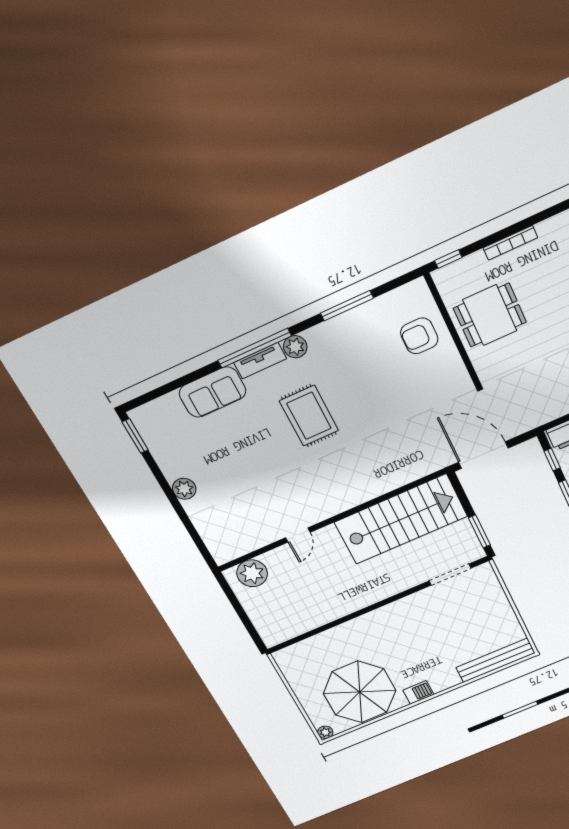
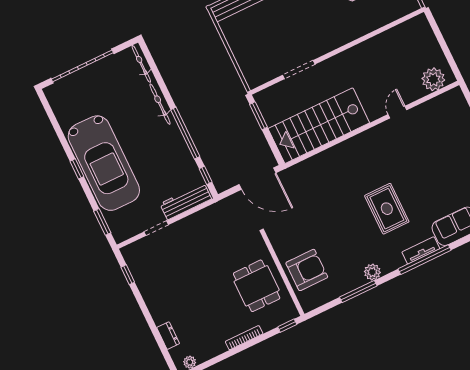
dining table: (490, 315) -> (257, 286), turned 90
armchair: (419, 336) -> (307, 270), width x1.36, depth x1.36
plant: (295, 347) -> (372, 272), moved
doorway: (450, 575) -> (299, 70), moved

